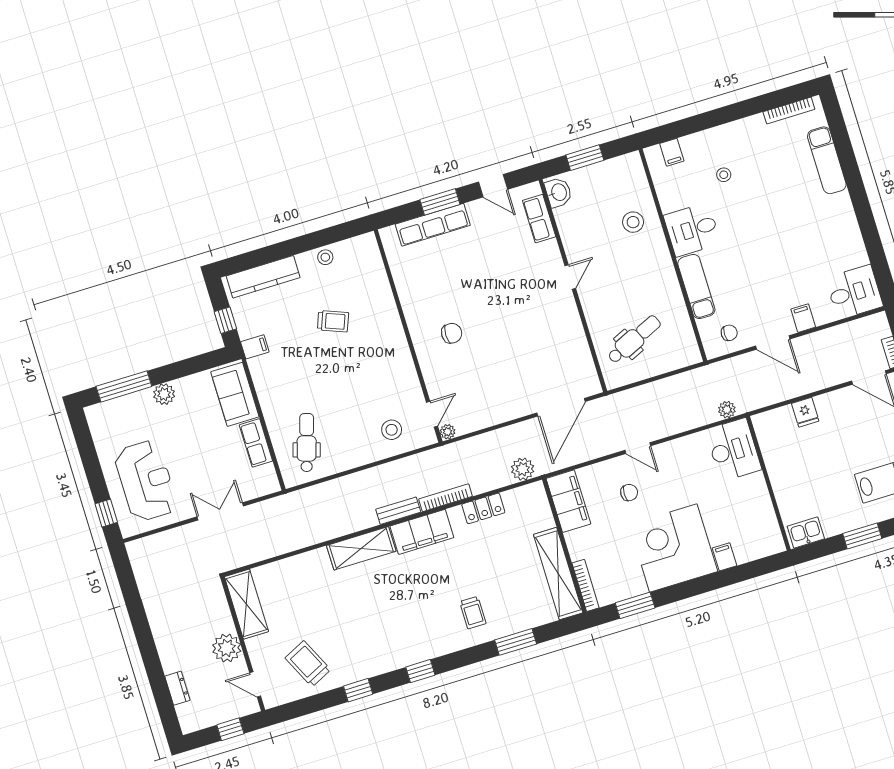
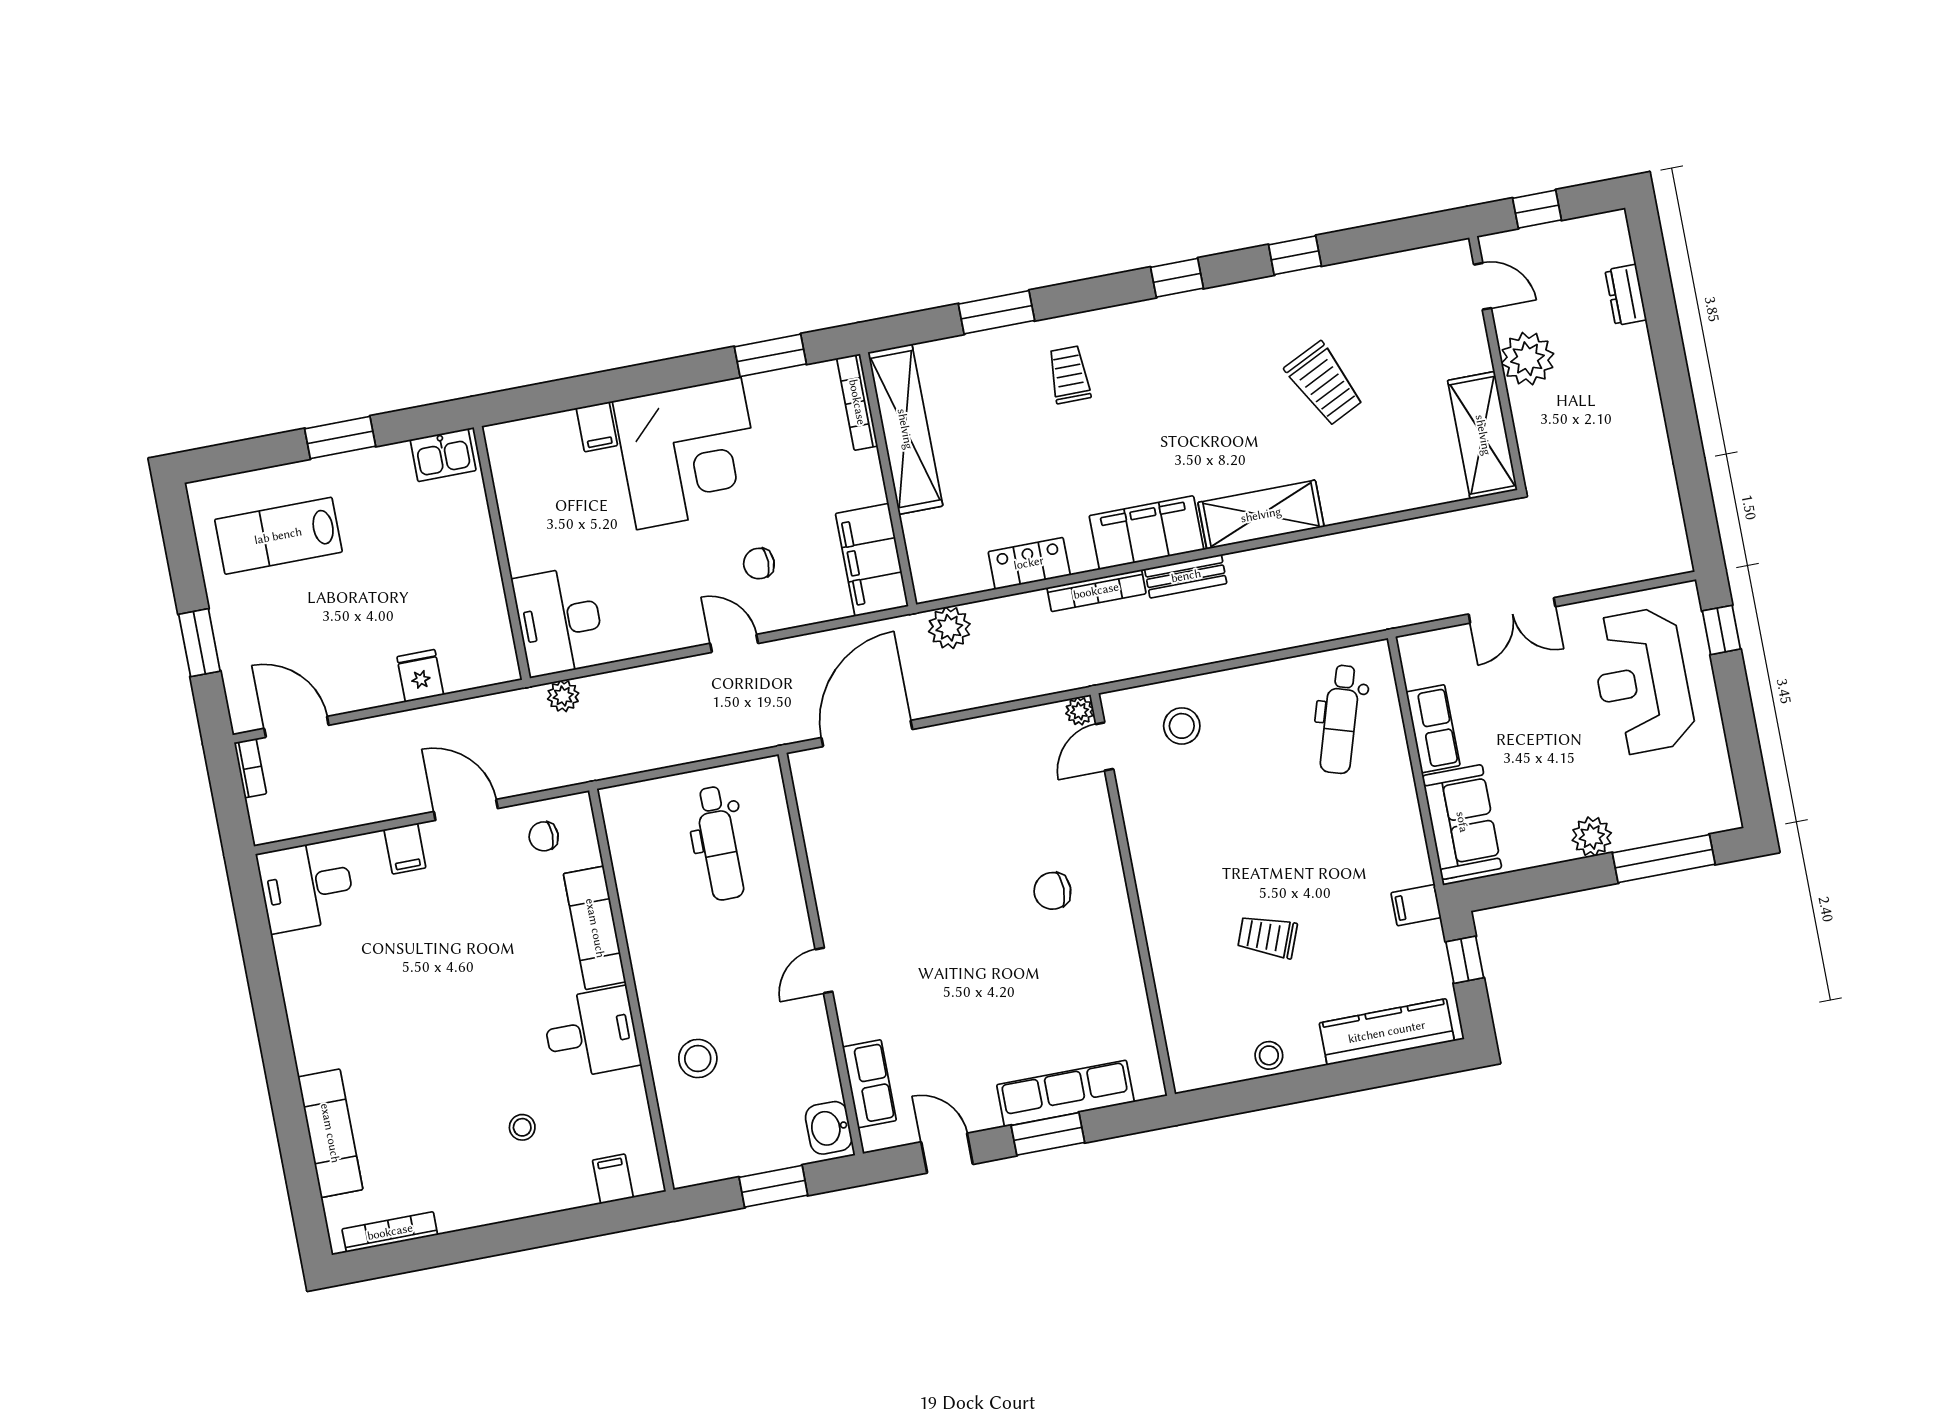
dental chair: (634, 339) -> (719, 843), turned -66
trolley: (308, 664) -> (1324, 384), moved

